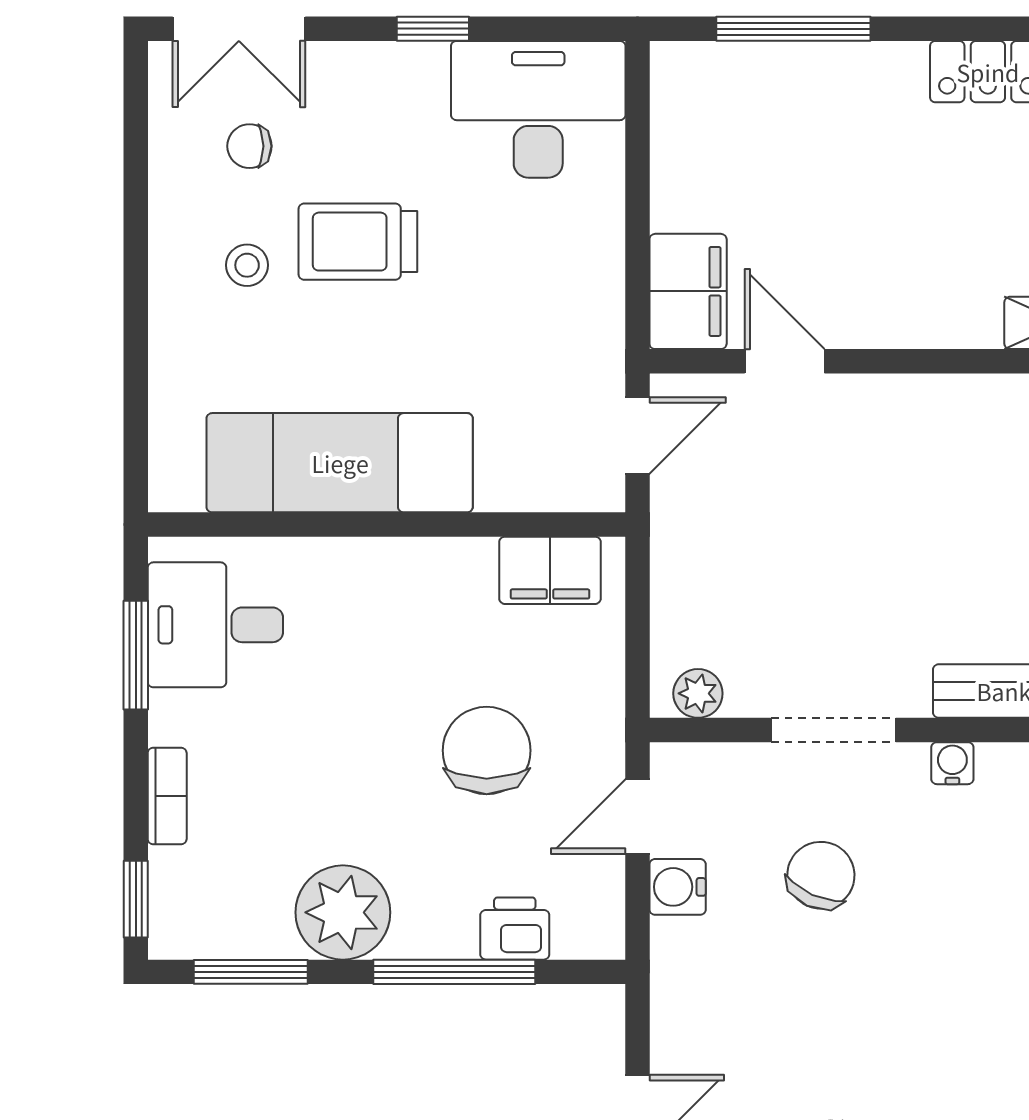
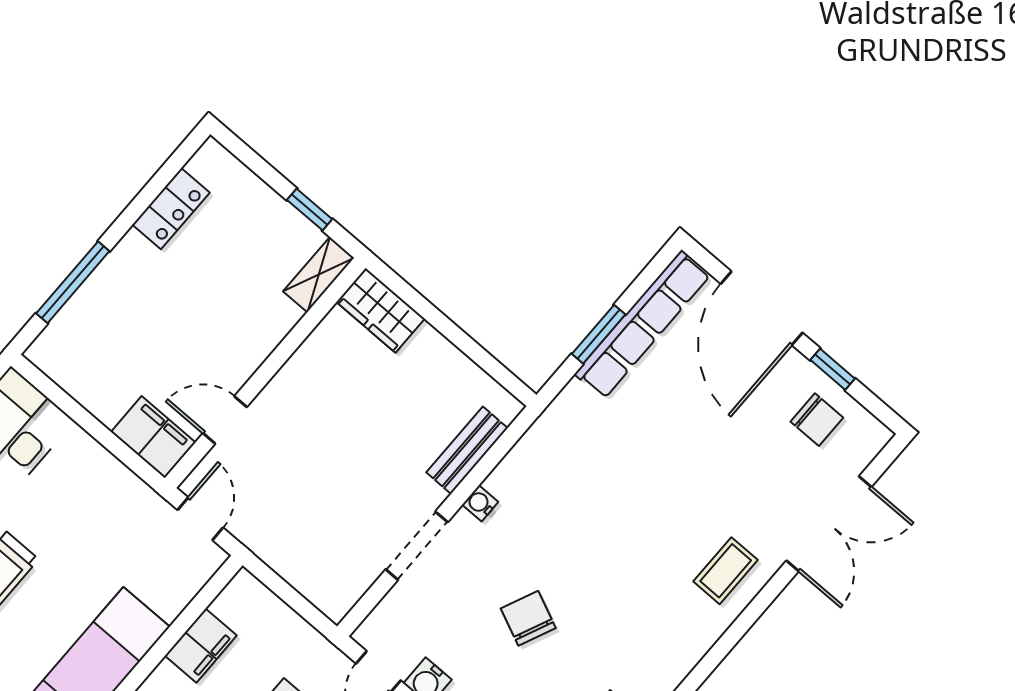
filing cabinet: (550, 570) -> (201, 646), moved
plant: (698, 693) -> (345, 594), removed
chair: (821, 875) -> (528, 618), moved

